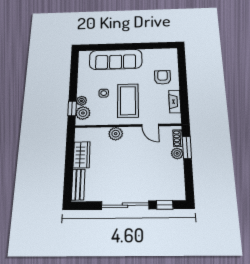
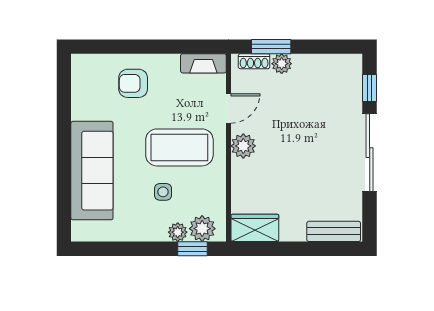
fireplace: (175, 102) -> (203, 63), moved
plant: (116, 134) -> (243, 146), moved
wardrobe: (82, 155) -> (255, 228), moved

